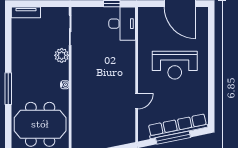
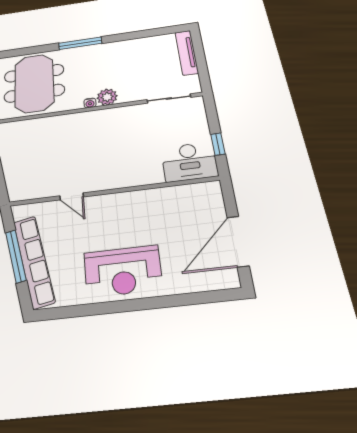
tv unit: (26, 12) -> (187, 53), width x1.41
plant: (62, 55) -> (107, 97), moved
reception desk: (175, 65) -> (123, 271), moved, turned -90

